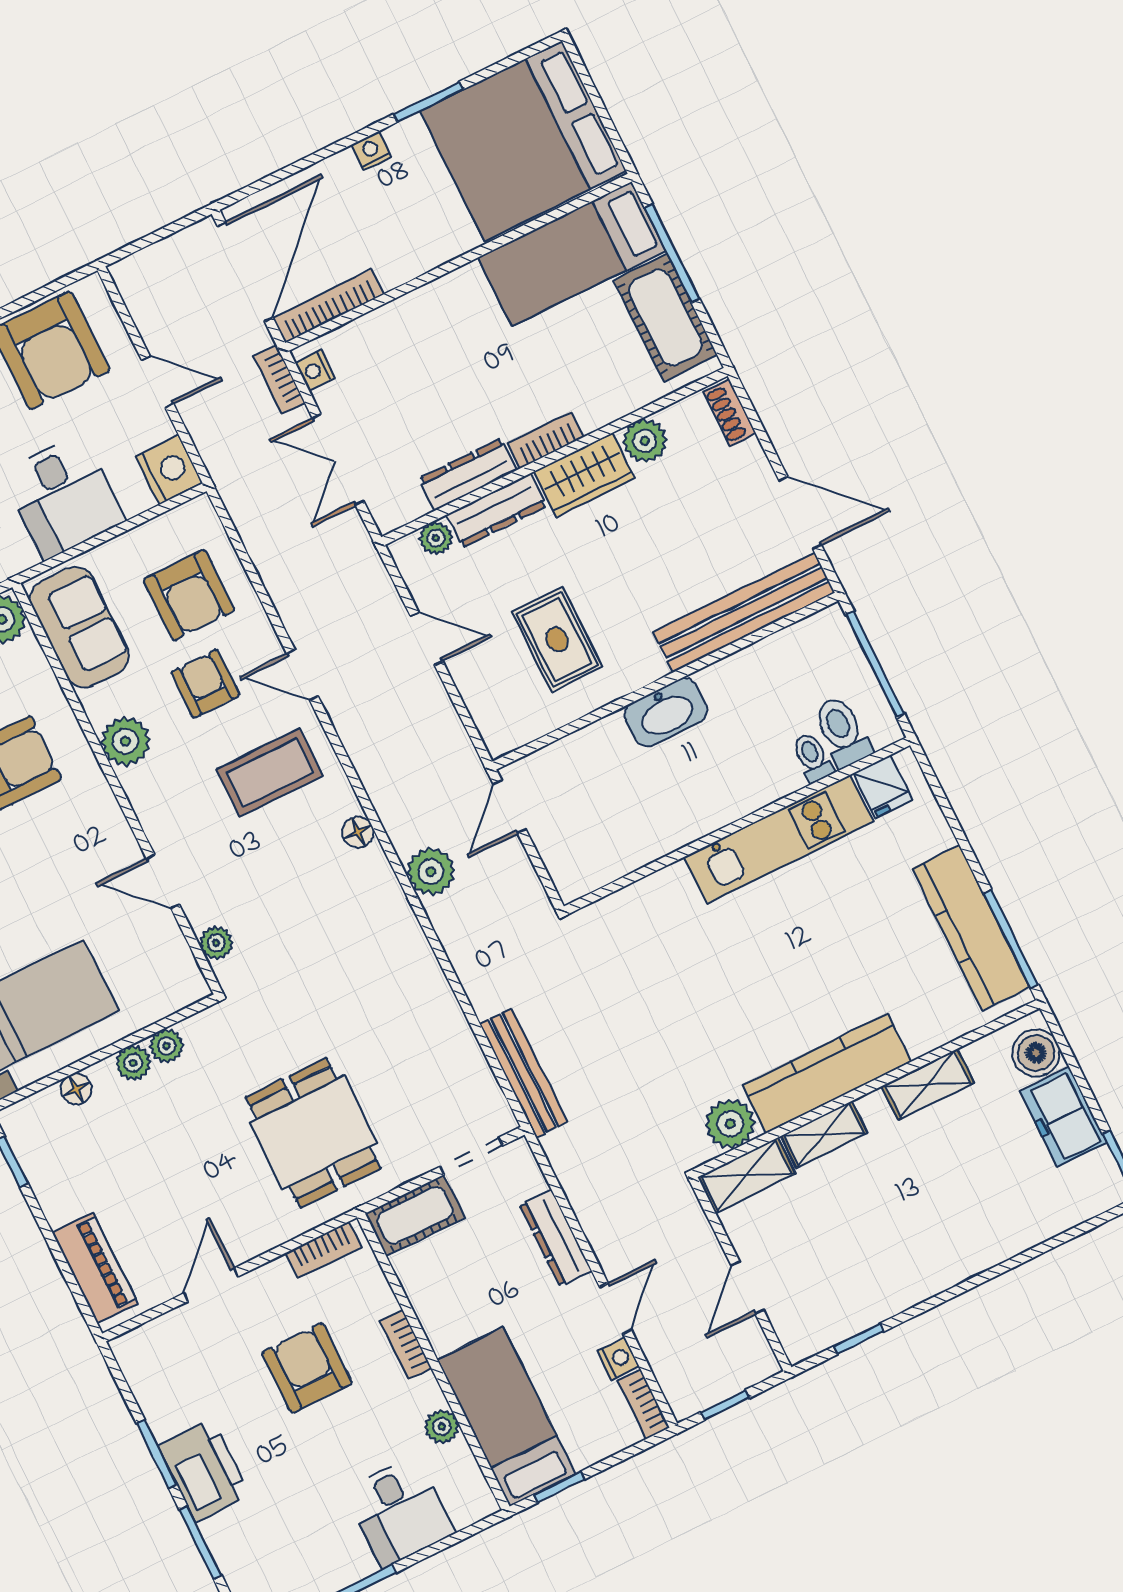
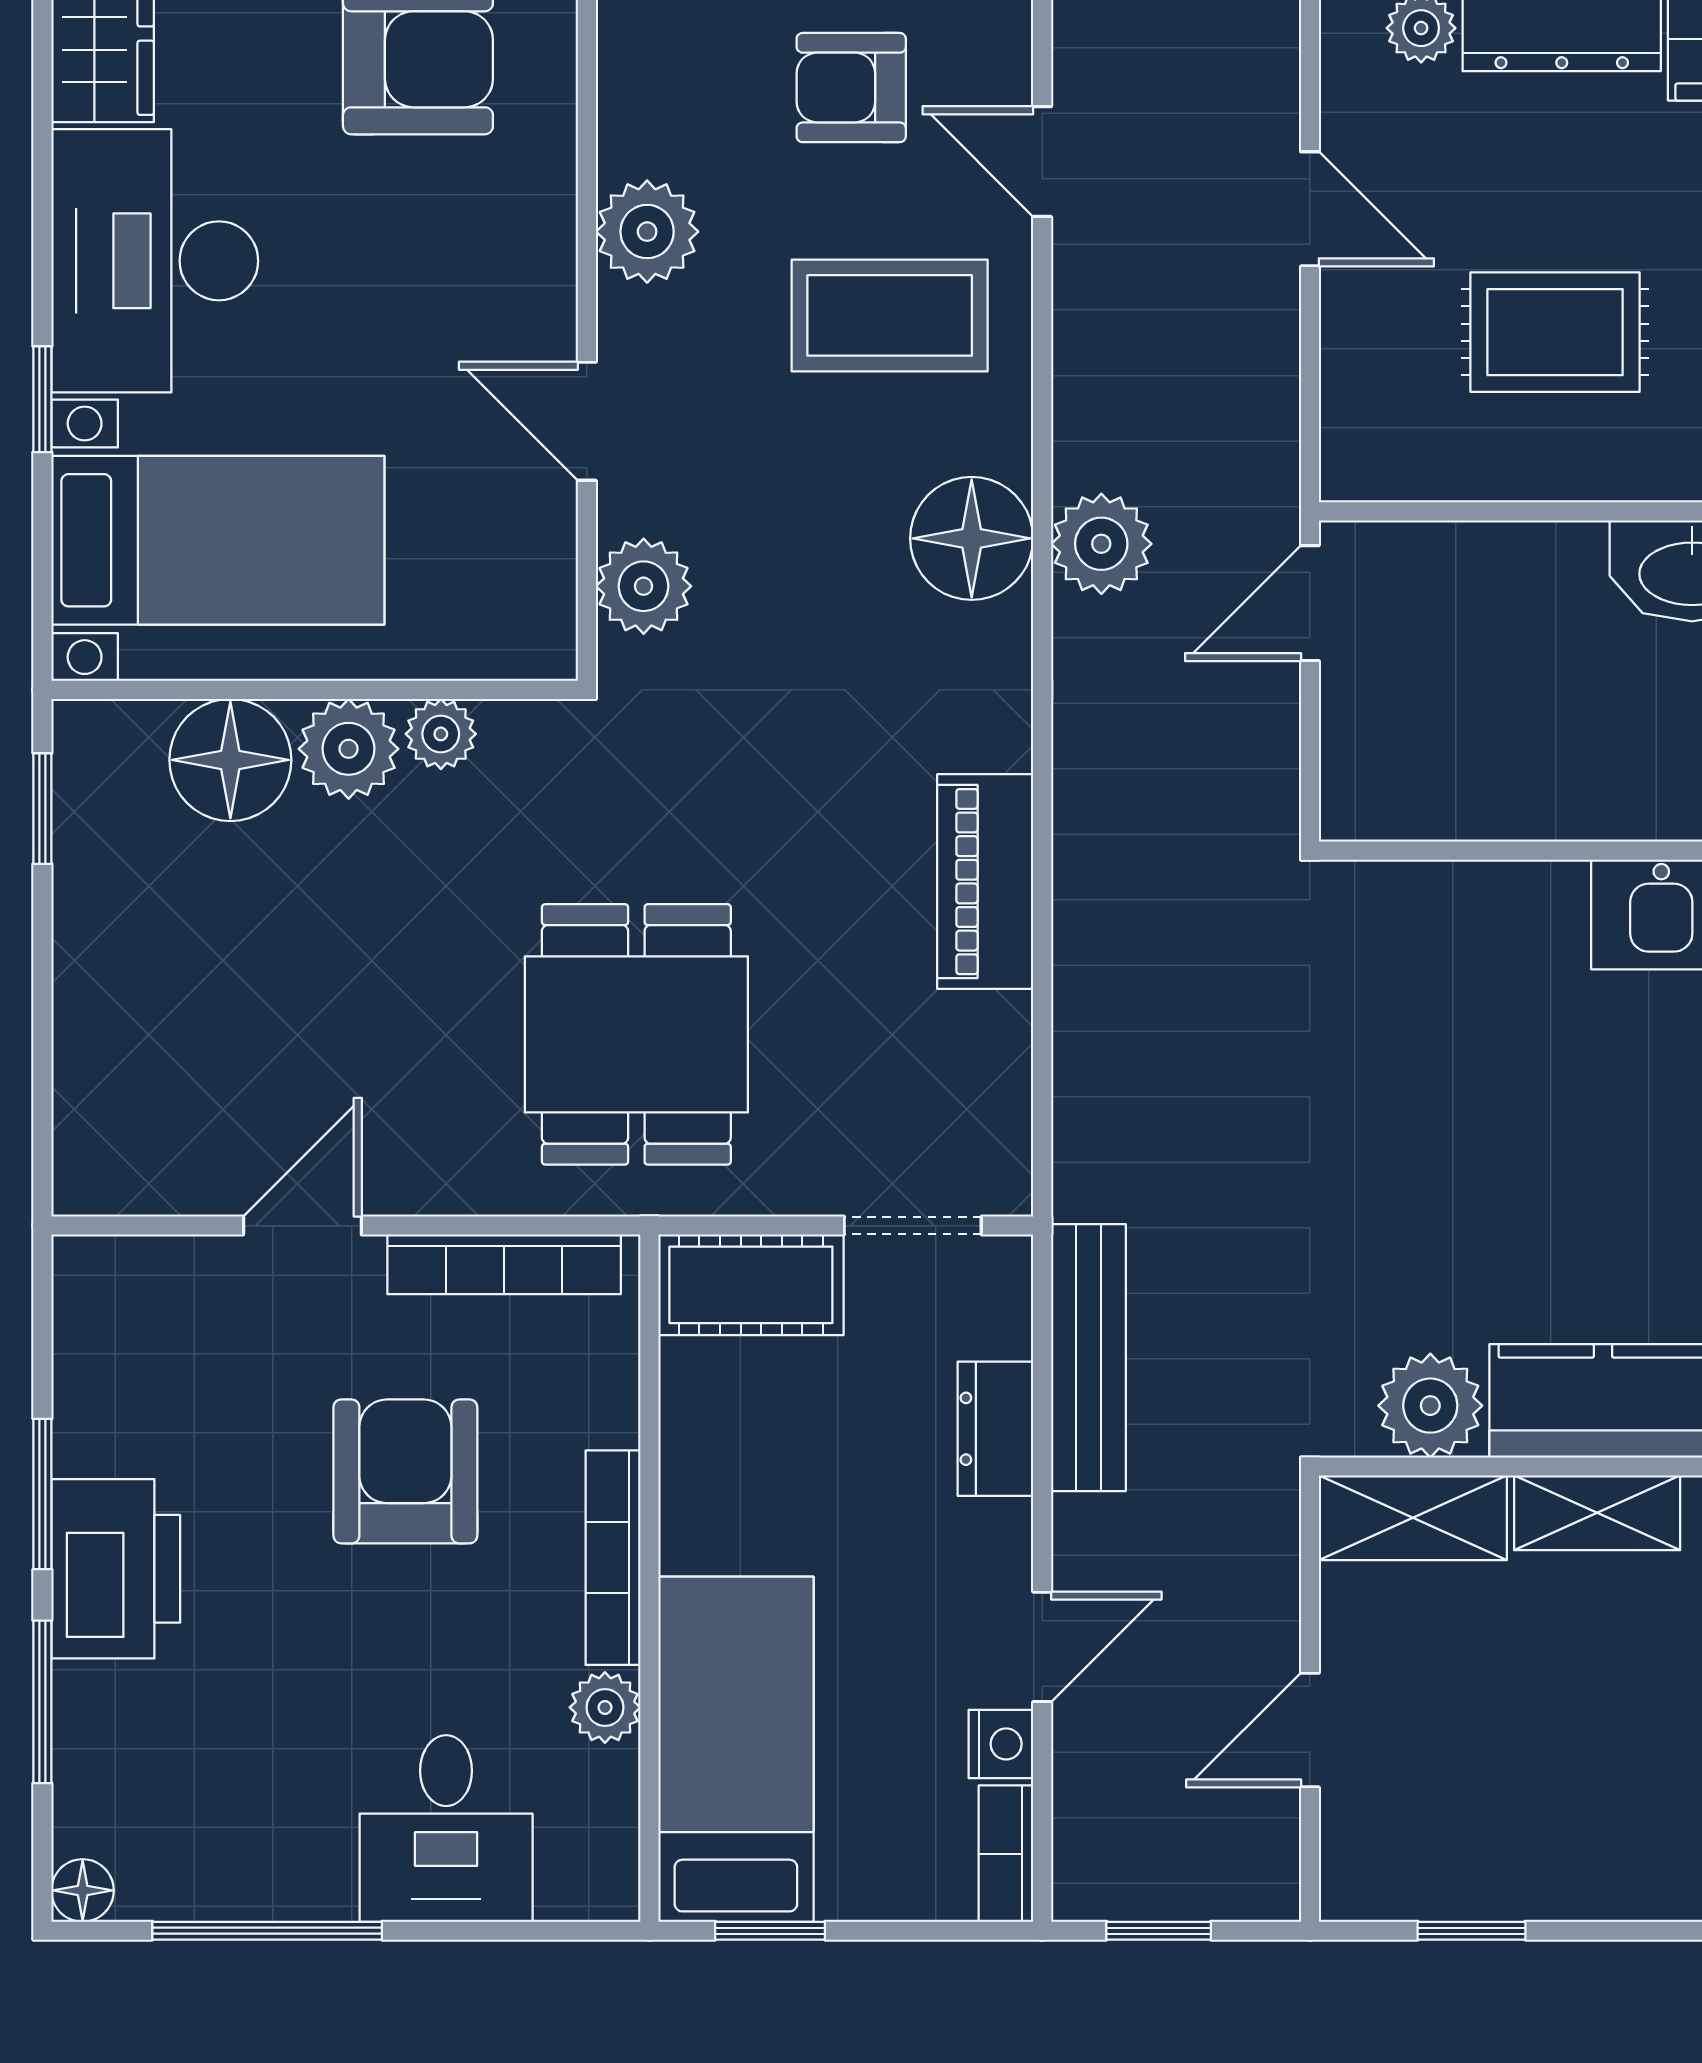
rug: (557, 639) -> (1555, 332), turned 90
armchair: (205, 684) -> (851, 88), turned -90
plant: (125, 741) -> (647, 232), moved
floor lamp: (358, 832) -> (972, 538), width x1.89, depth x1.89
plant: (431, 872) -> (1101, 544), moved
plant: (216, 943) -> (644, 586), width x1.38, depth x1.38
plant: (133, 1063) -> (349, 749), width x1.38, depth x1.38
bench: (524, 1073) -> (1088, 1358), moved
floor lamp: (76, 1089) -> (230, 760), width x1.89, depth x1.89
dresser: (556, 1238) -> (995, 1429), width x0.70
bookcase: (323, 1250) -> (504, 1264), width x1.56
piano: (95, 1268) -> (985, 882), moved, turned 180
bookcase: (405, 1344) -> (613, 1558), width x1.56

